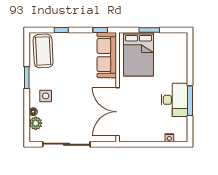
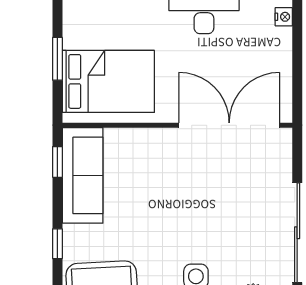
sofa: (107, 55) -> (83, 175), moved, turned -90
double door: (118, 112) -> (229, 125), swing flipped

